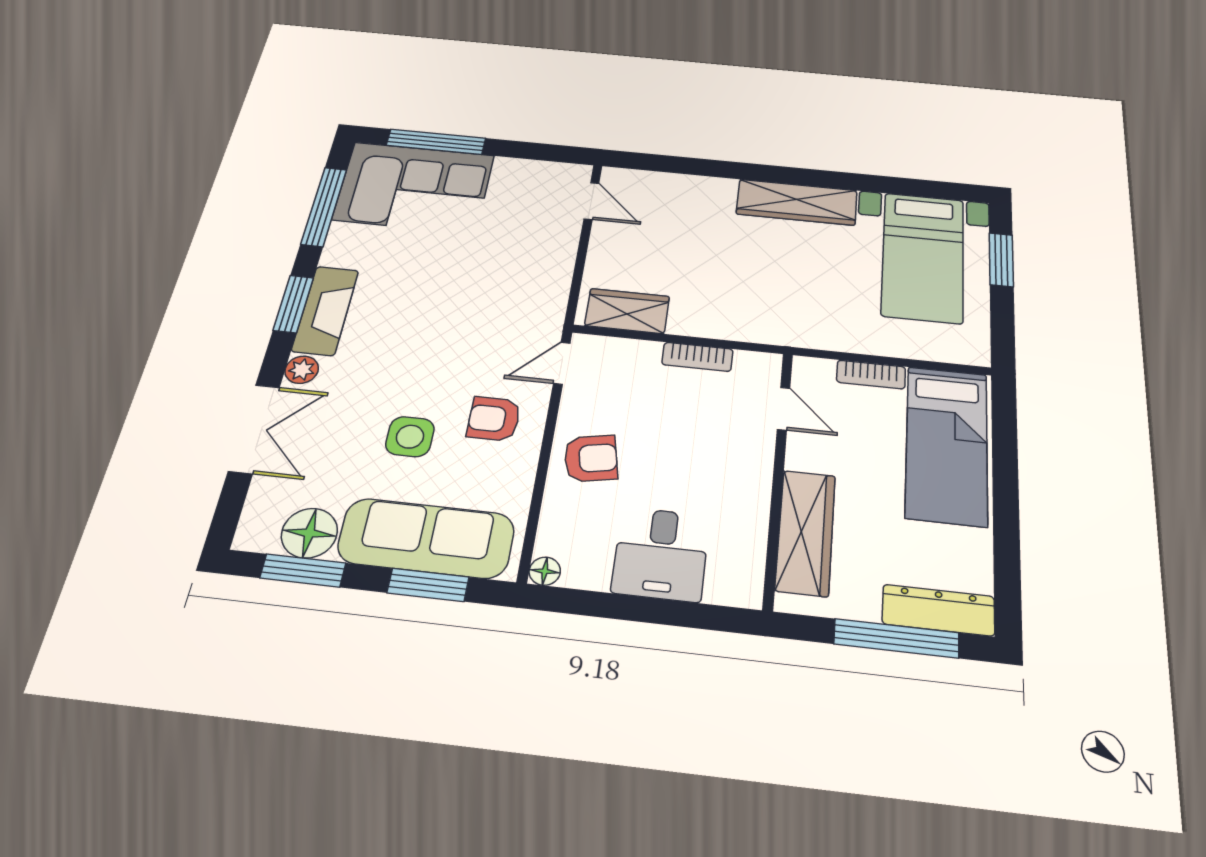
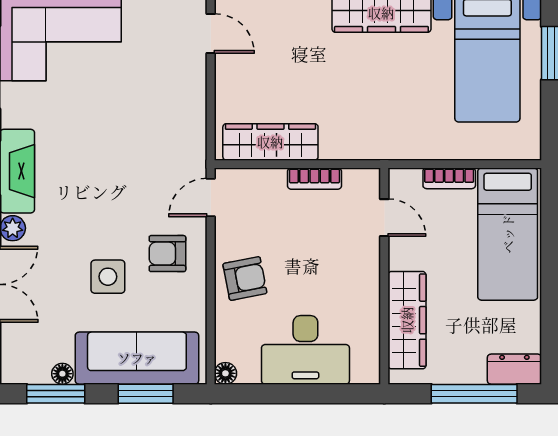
wardrobe: (627, 311) -> (270, 142), width x1.50
floor lamp: (309, 533) -> (62, 374), width x0.53, depth x0.53
desk: (661, 554) -> (305, 350), width x1.37
dresser: (938, 610) -> (514, 369), width x0.70

